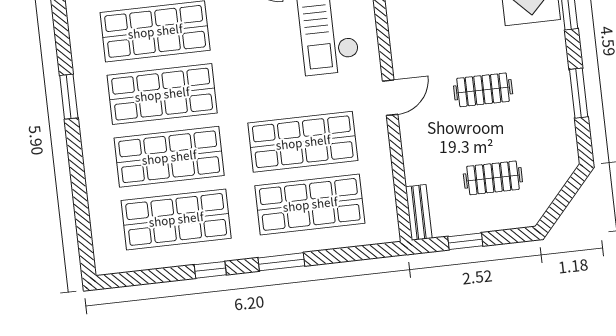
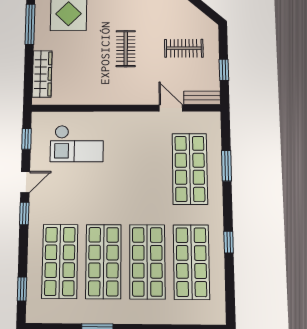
door: (390, 98) -> (171, 108), moved
shop shelf: (303, 142) -> (147, 169), removed
clothes rail: (493, 178) -> (184, 48), turned 90
window: (281, 262) -> (226, 166), moved

